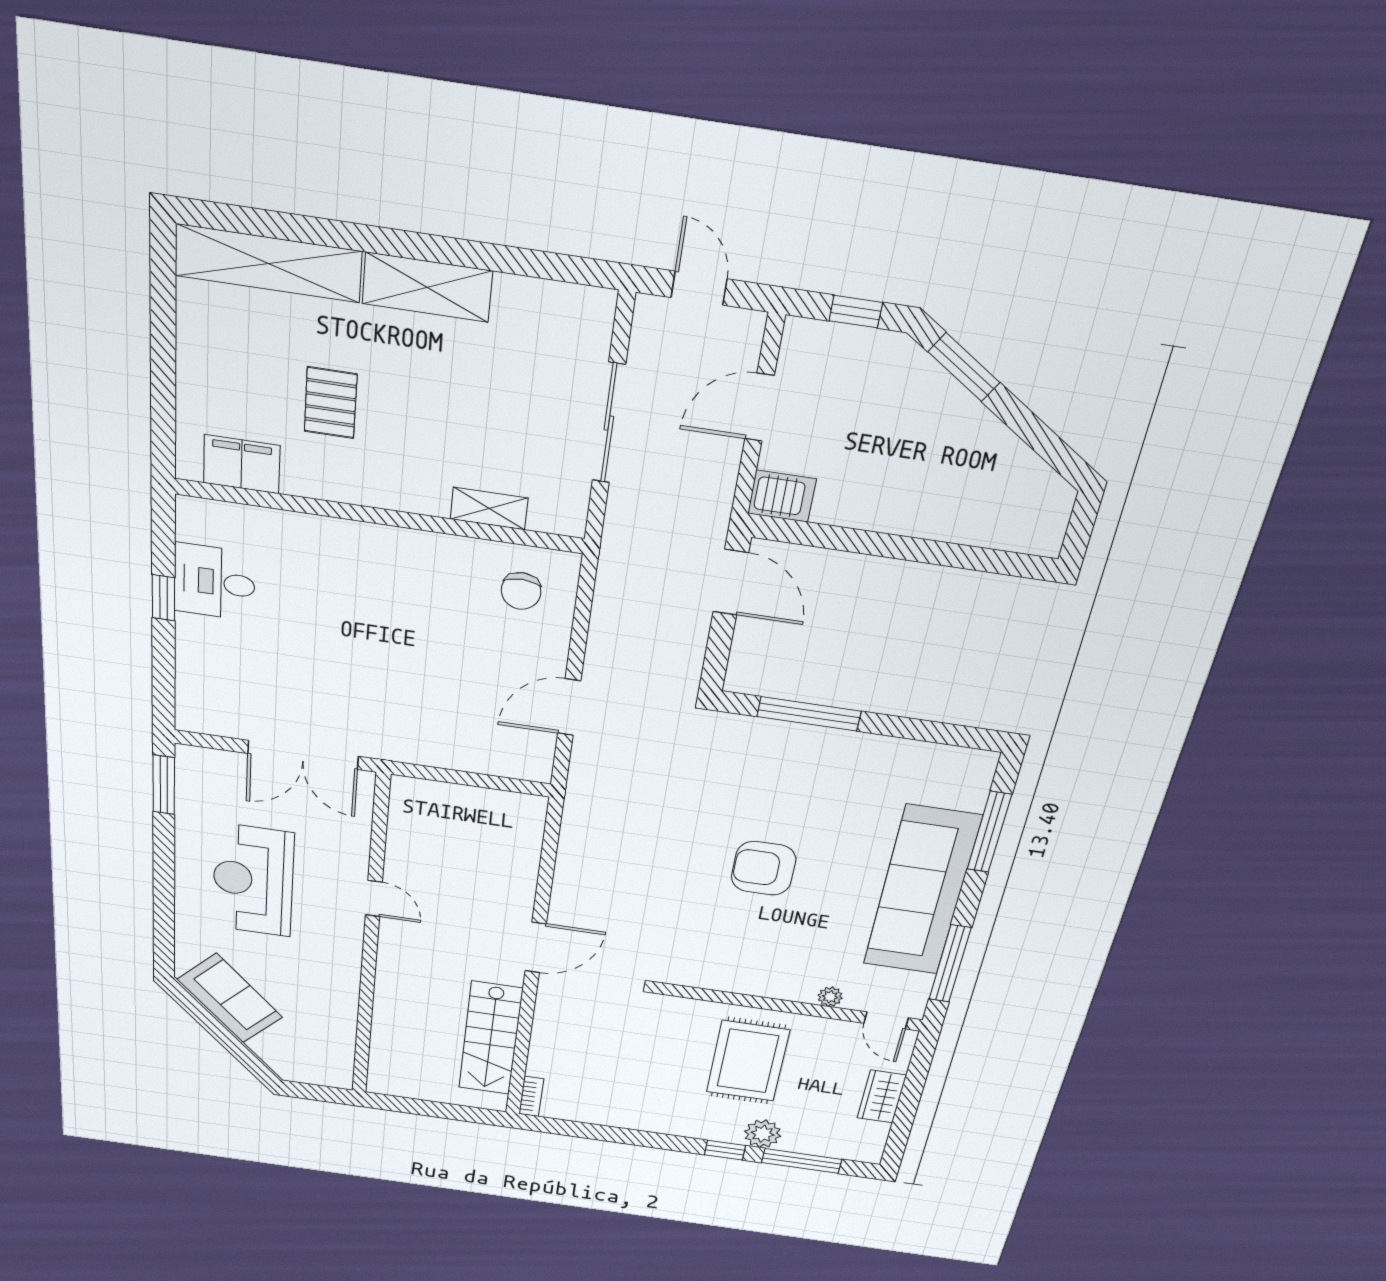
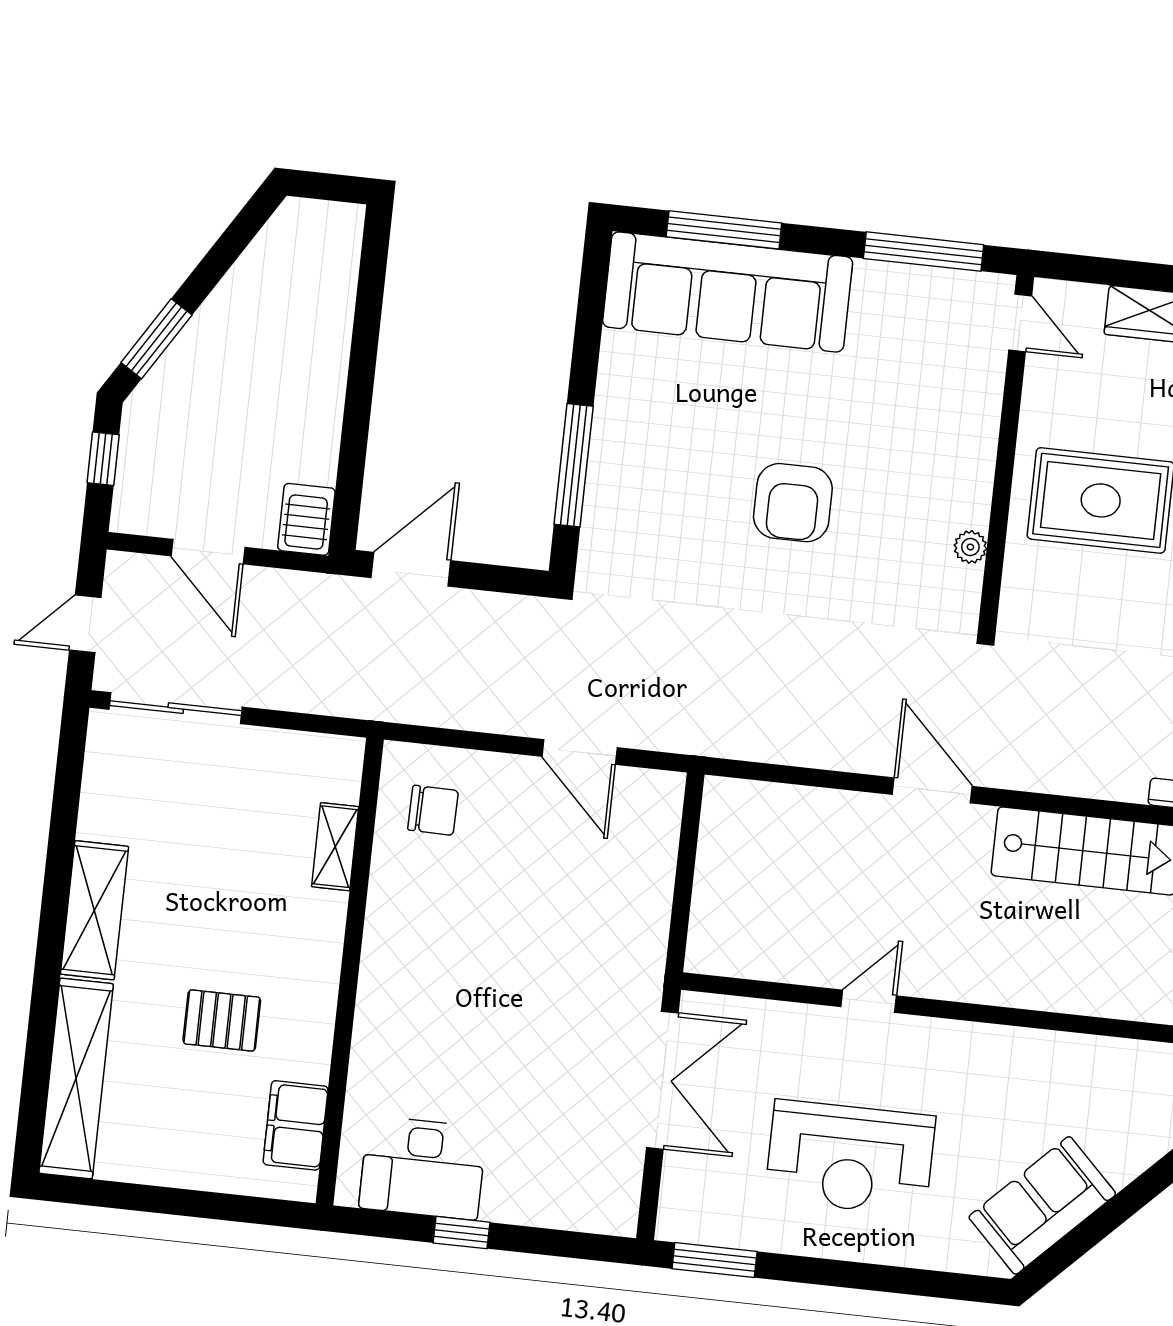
sliding door: (609, 423) -> (176, 708), moved
desk: (215, 582) -> (423, 1168), width x1.37
sofa: (922, 891) -> (728, 292), moved
plant: (830, 997) -> (970, 547), moved
door: (886, 1020) -> (1020, 323), hinge flipped

